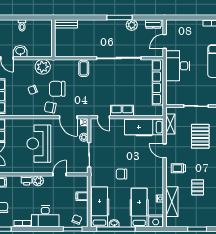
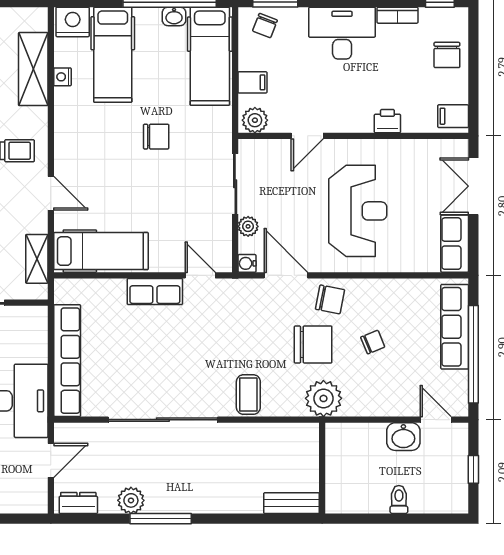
plant: (43, 67) -> (323, 398), moved
plant: (38, 181) -> (255, 120), moved

